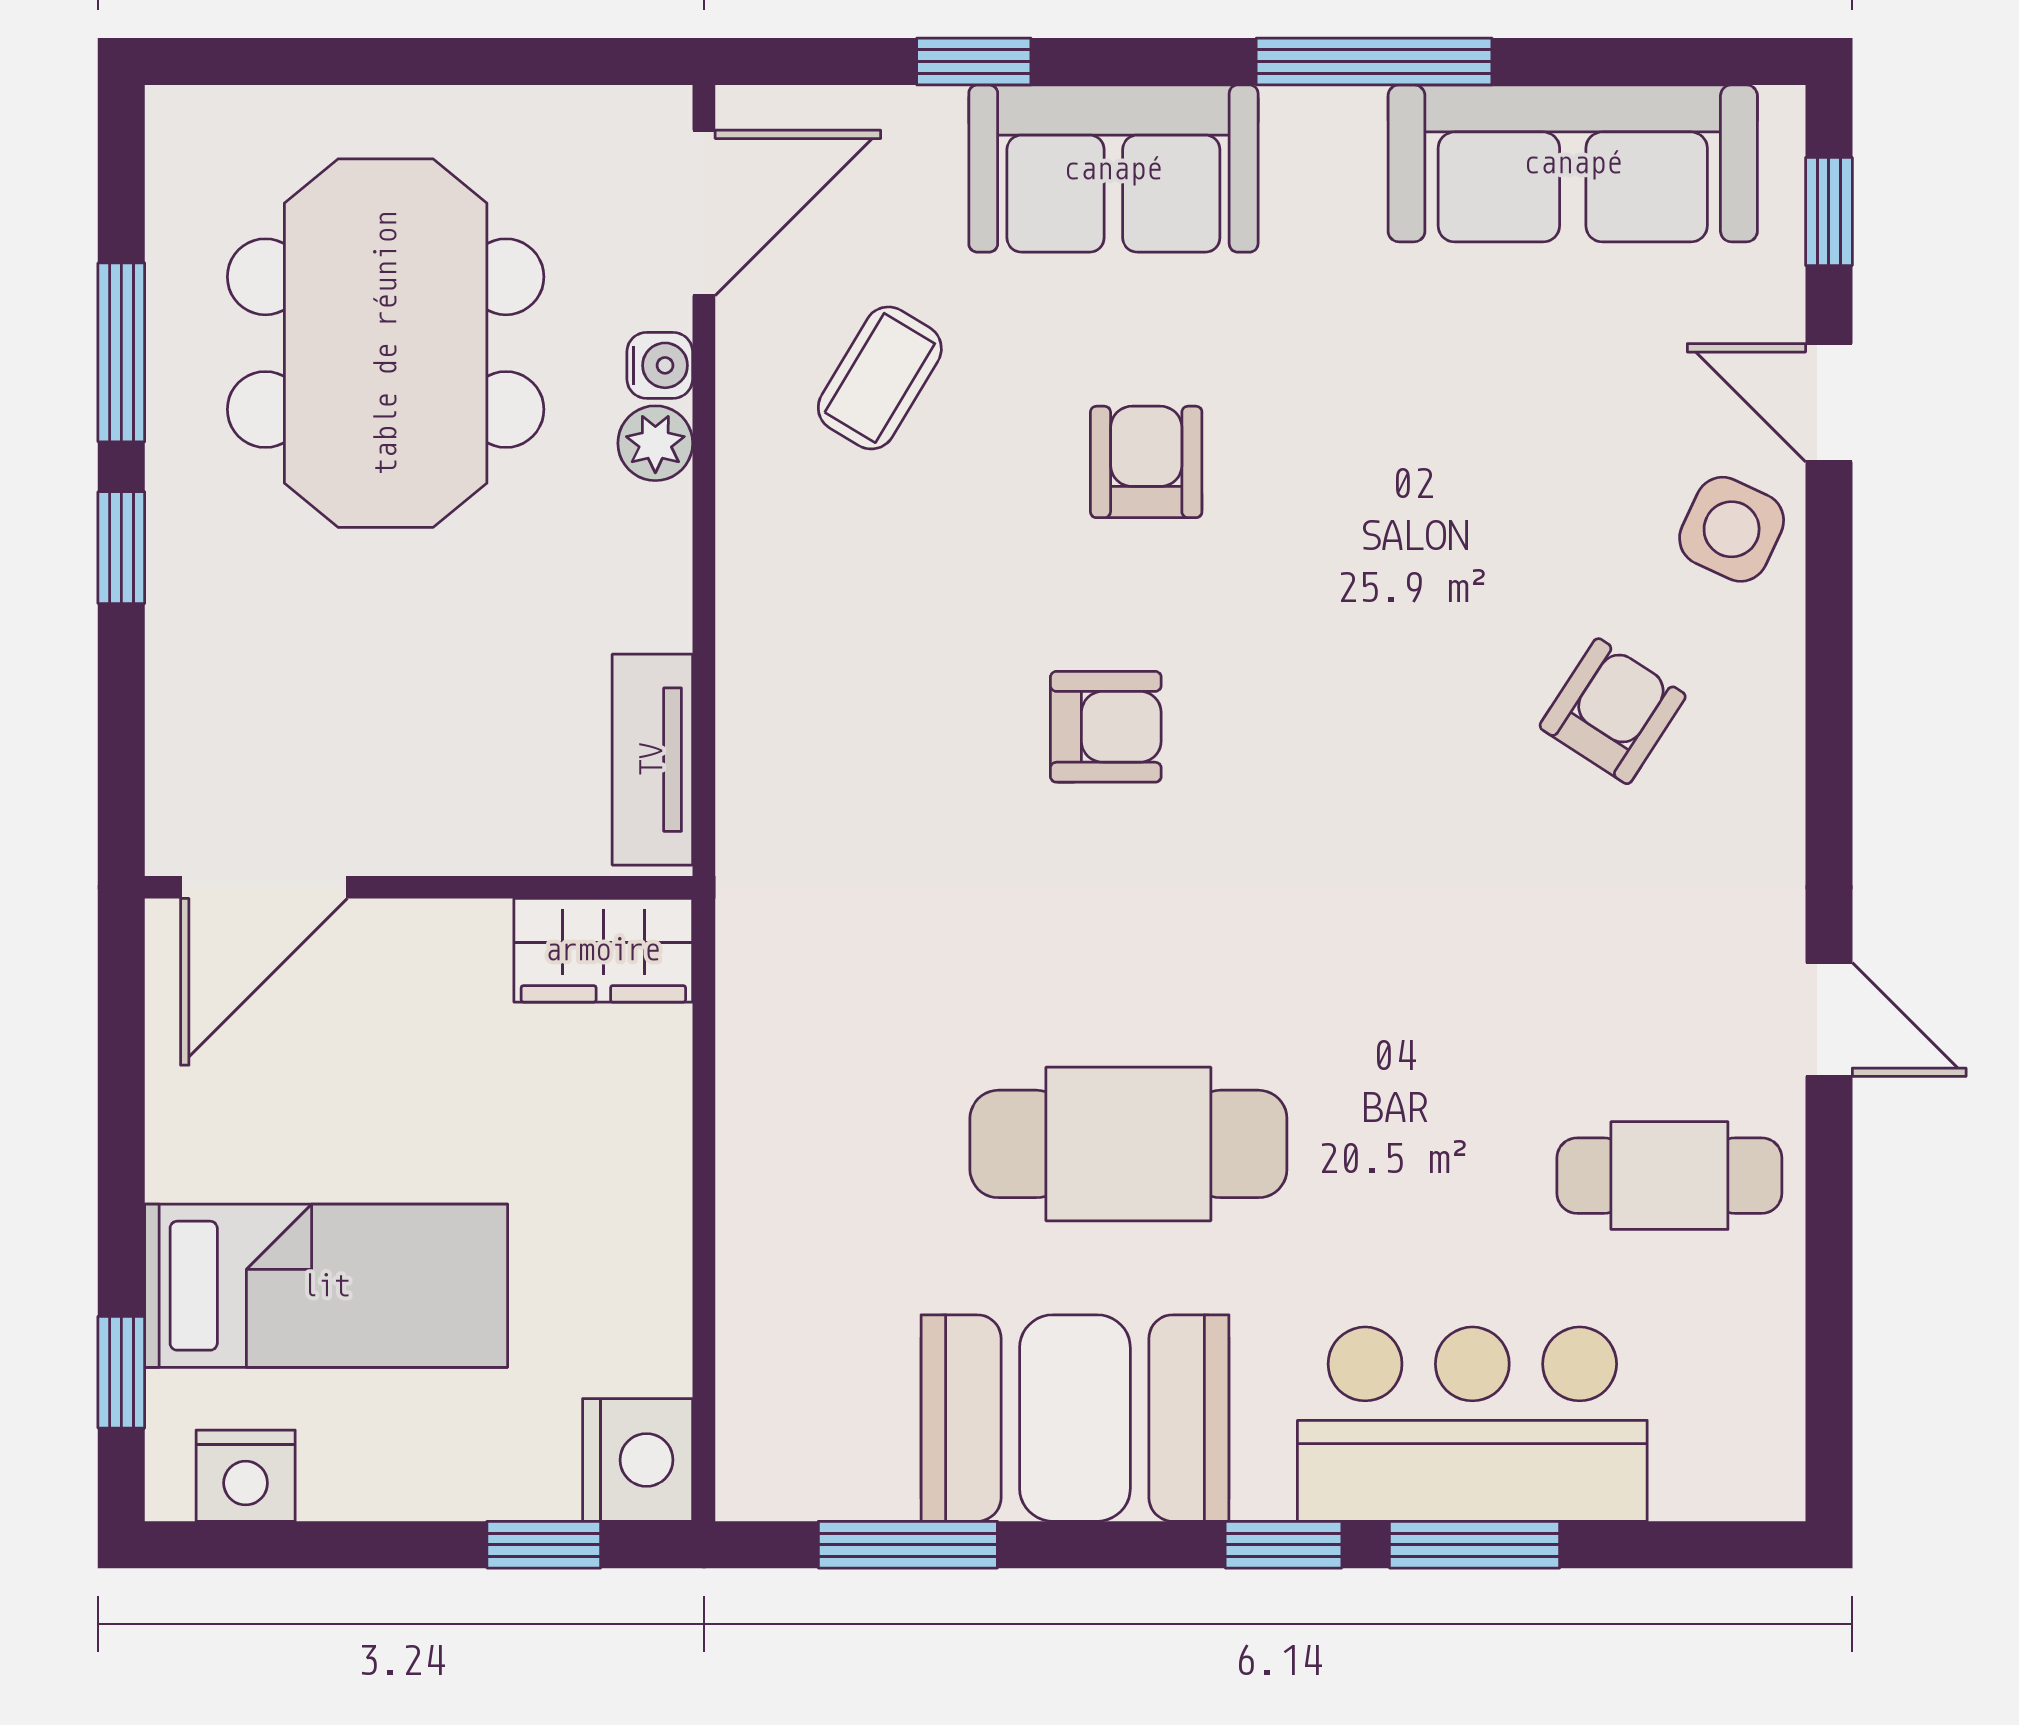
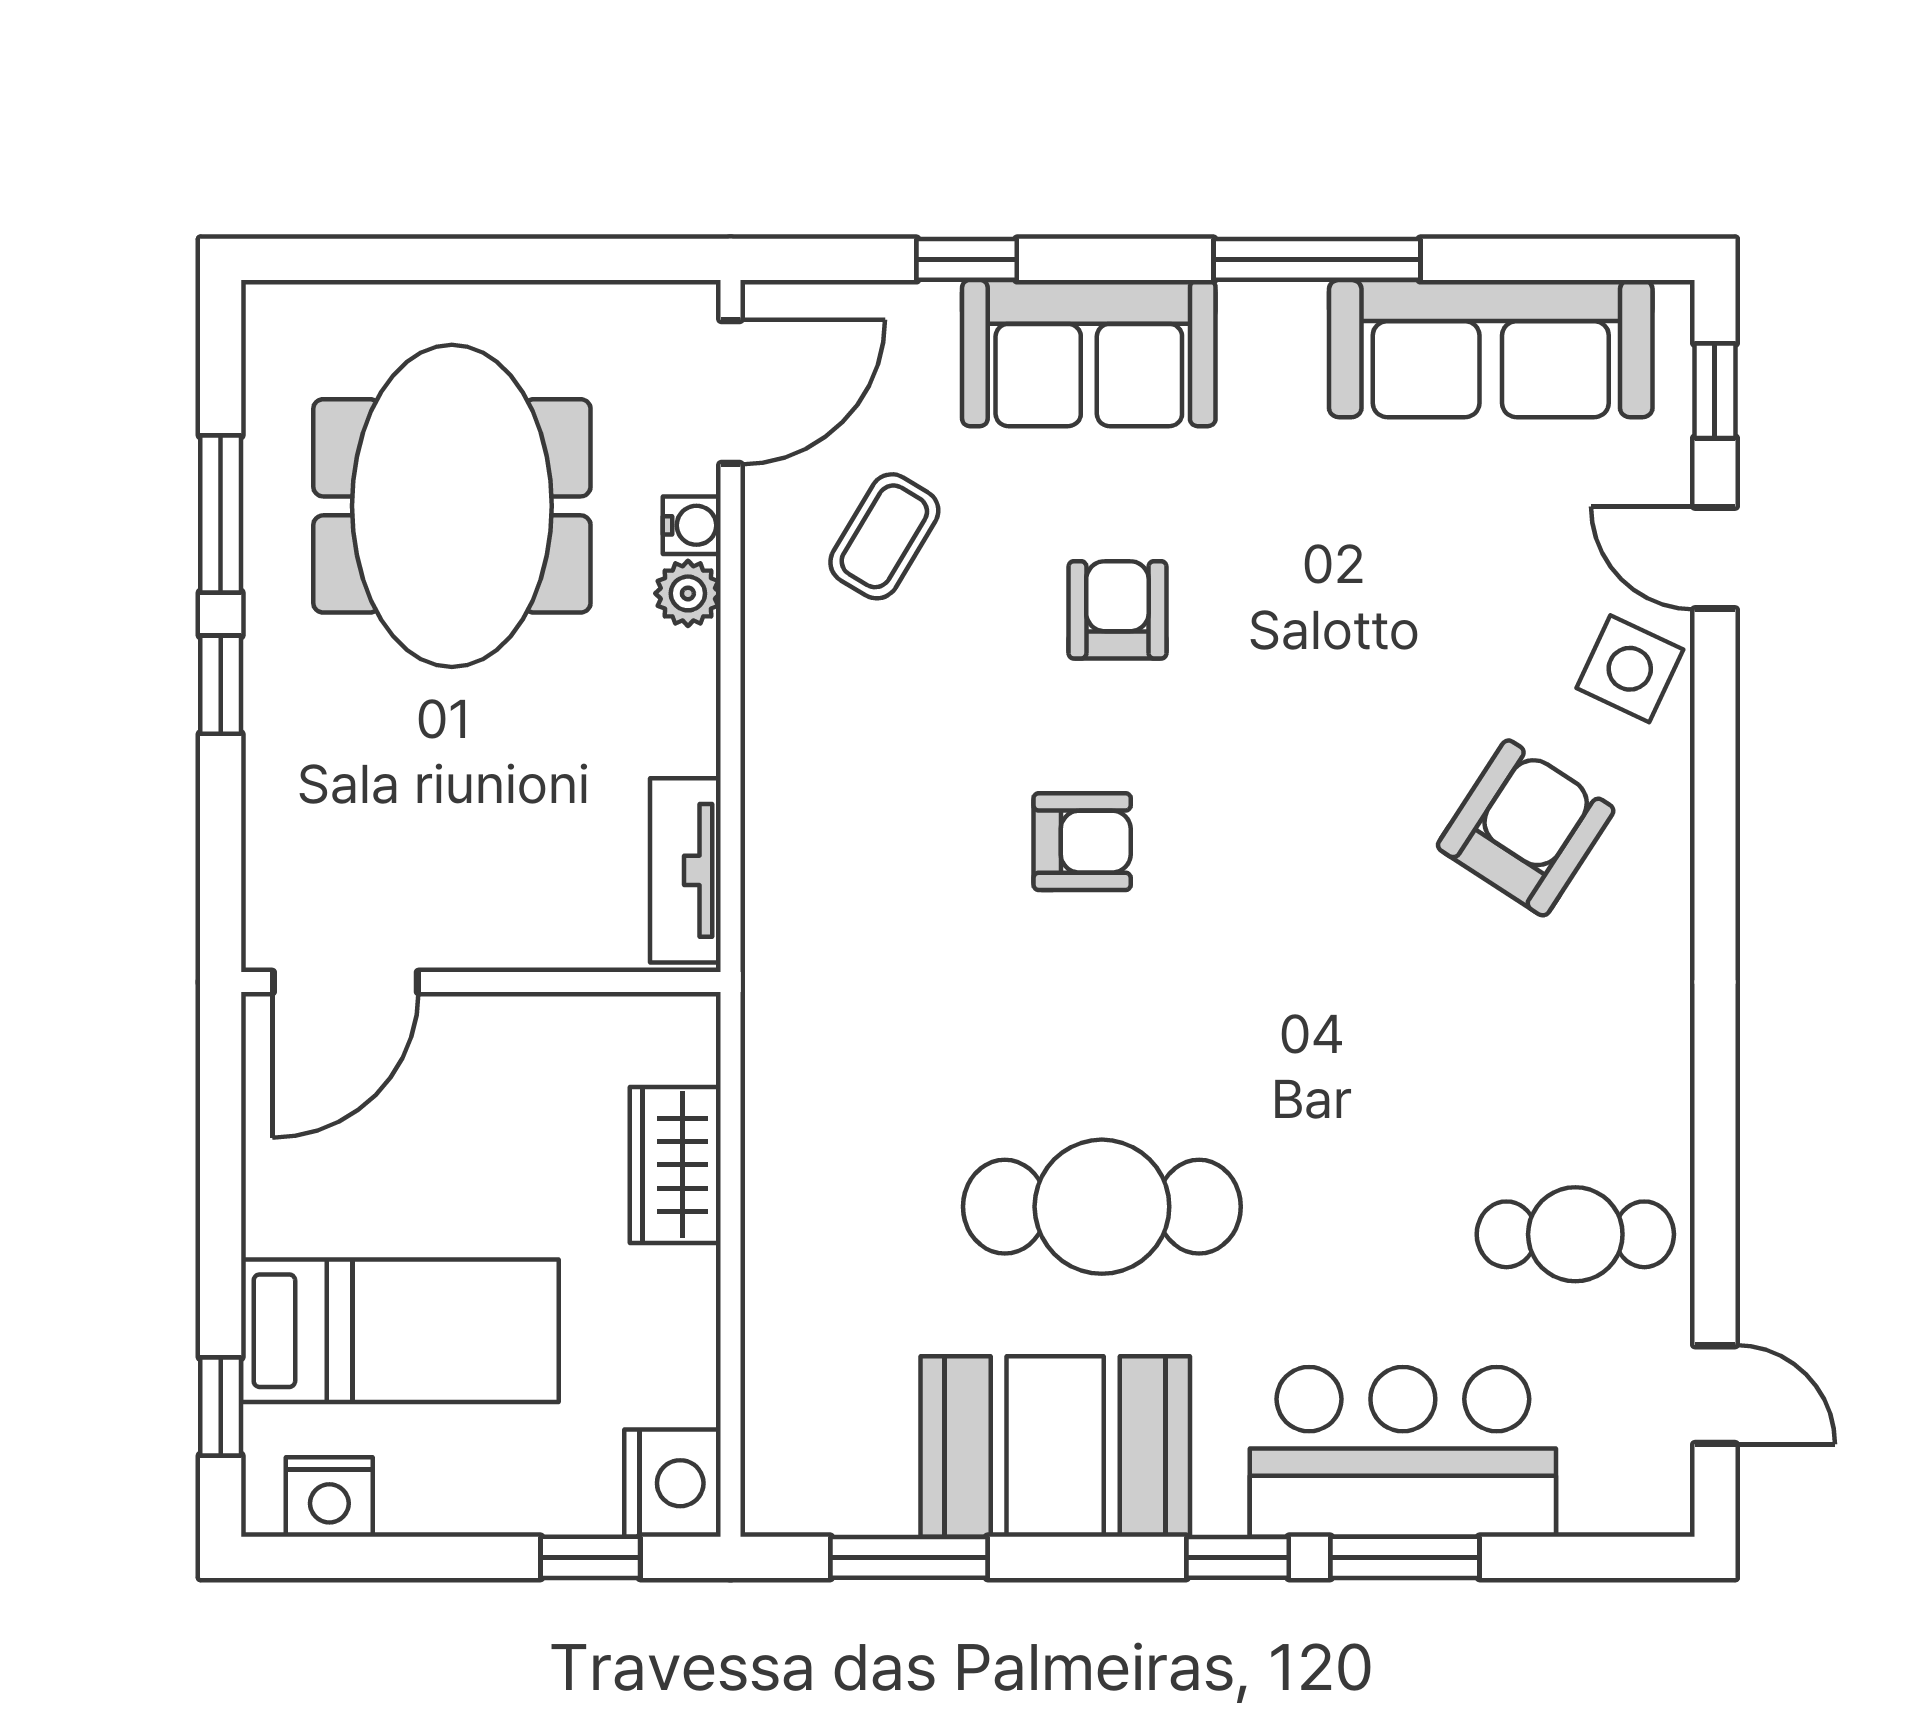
armchair: (1613, 711) -> (1526, 828), width x1.38, depth x1.38
wardrobe: (603, 950) -> (675, 1165), moved, turned 90
door: (1829, 1020) -> (1715, 1395), moved

